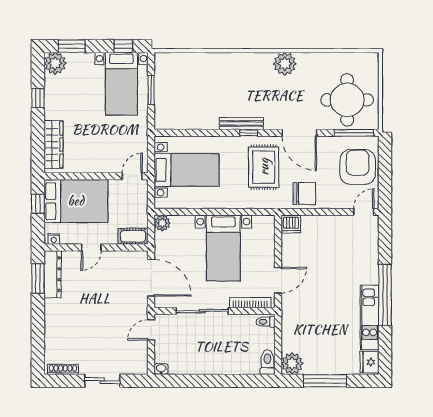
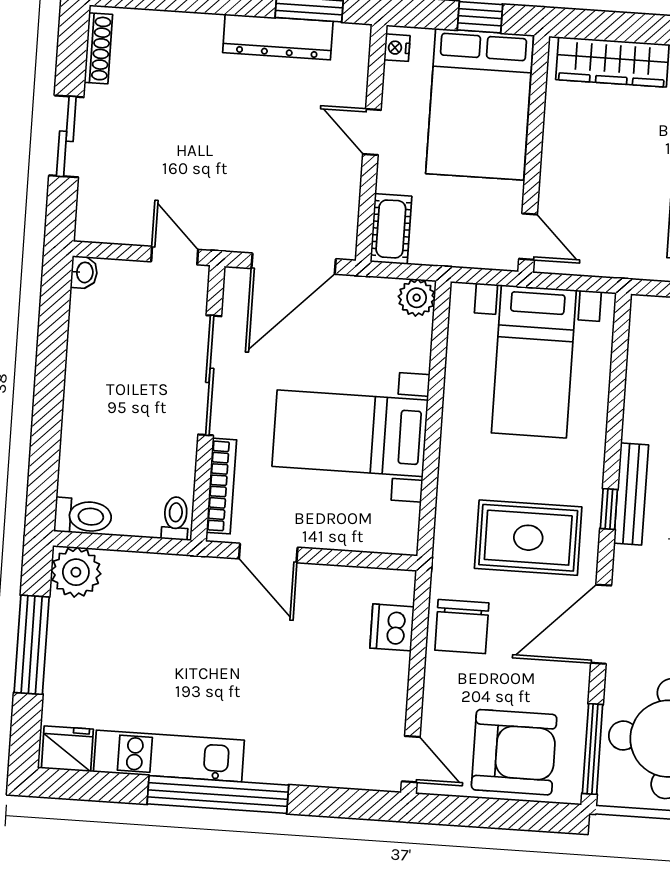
dishwasher: (291, 224) -> (392, 627), moved
dresser: (53, 274) -> (278, 37), moved

